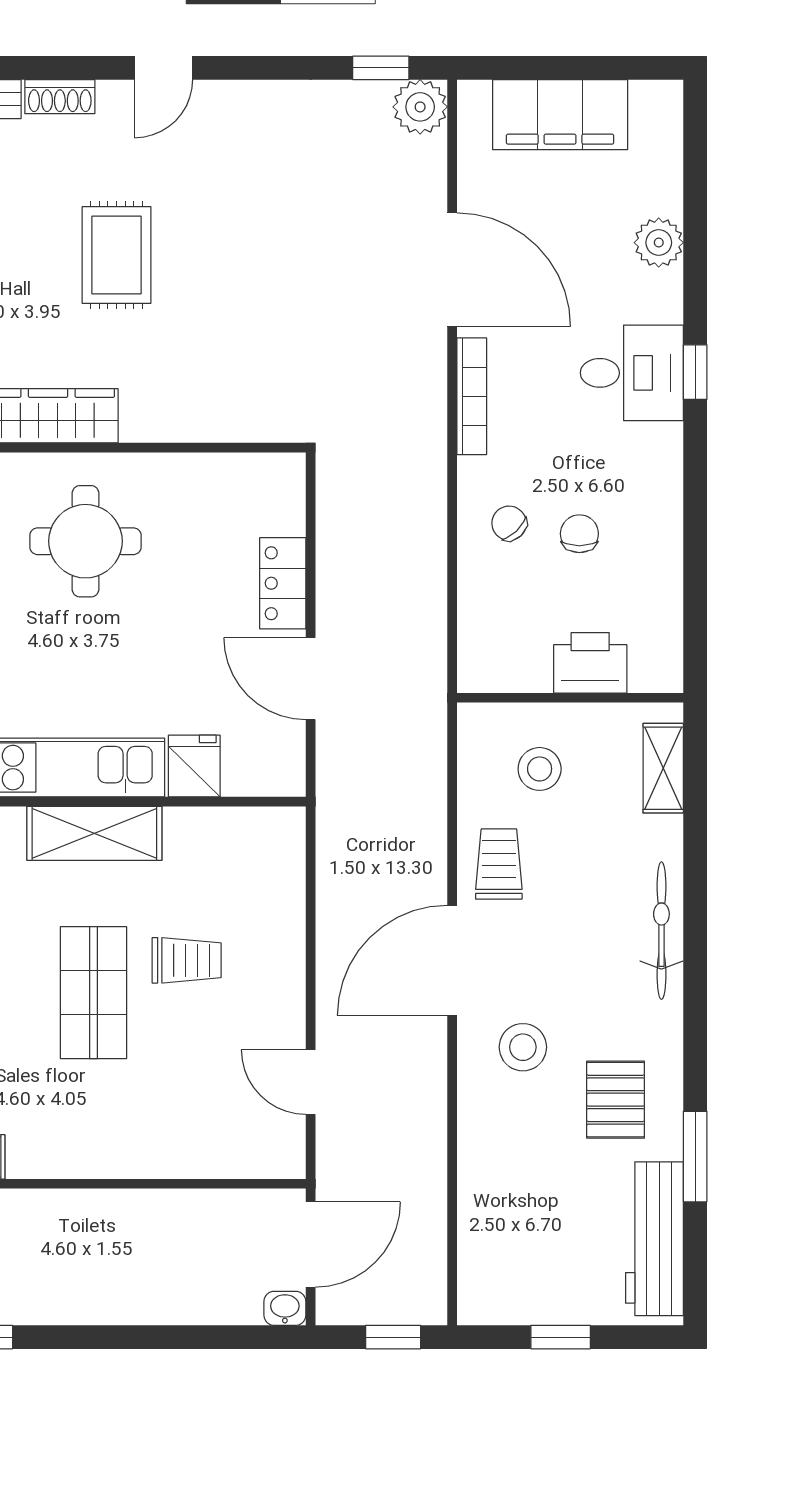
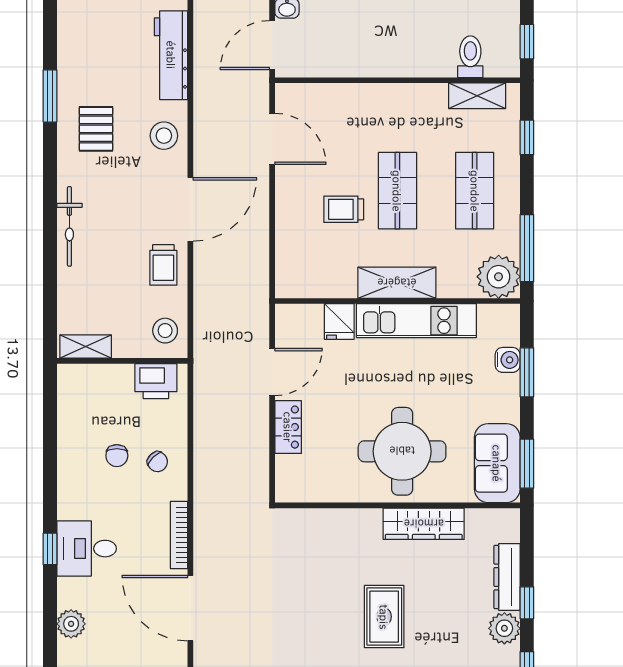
round table: (85, 541) -> (402, 451), width x1.36, depth x1.36
printer: (590, 663) -> (156, 381), moved
door: (311, 679) -> (272, 372), hinge flipped
shelving: (663, 768) -> (86, 347), moved, turned 90
stool: (540, 769) -> (165, 331), moved
stool: (523, 1047) -> (164, 136), moved
door: (311, 1082) -> (272, 139), width x1.38
workbench: (654, 1239) -> (171, 55), moved, turned 180

